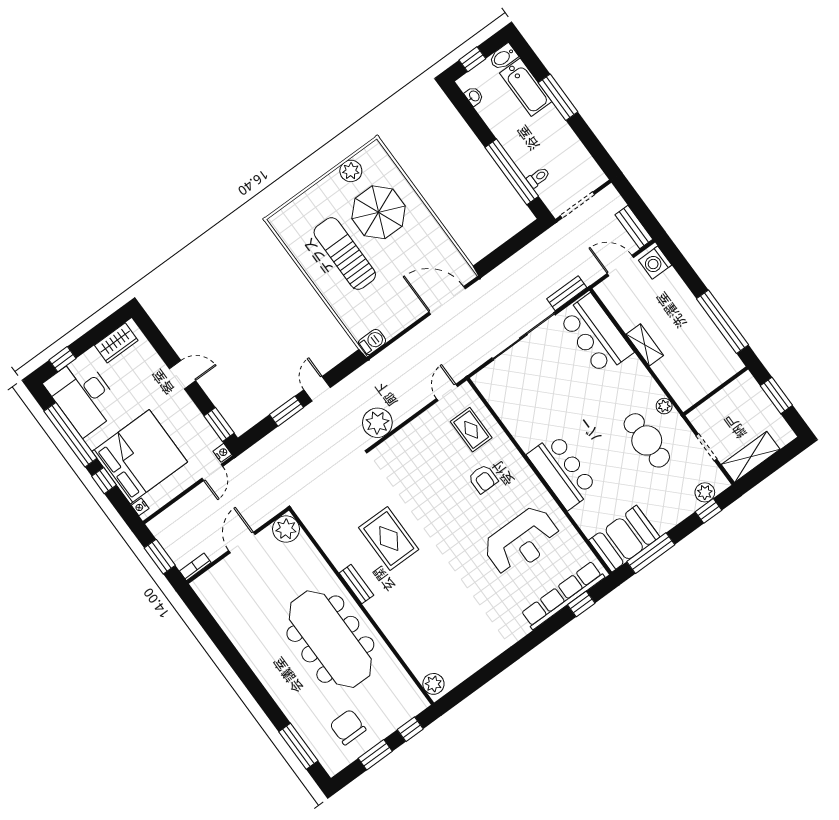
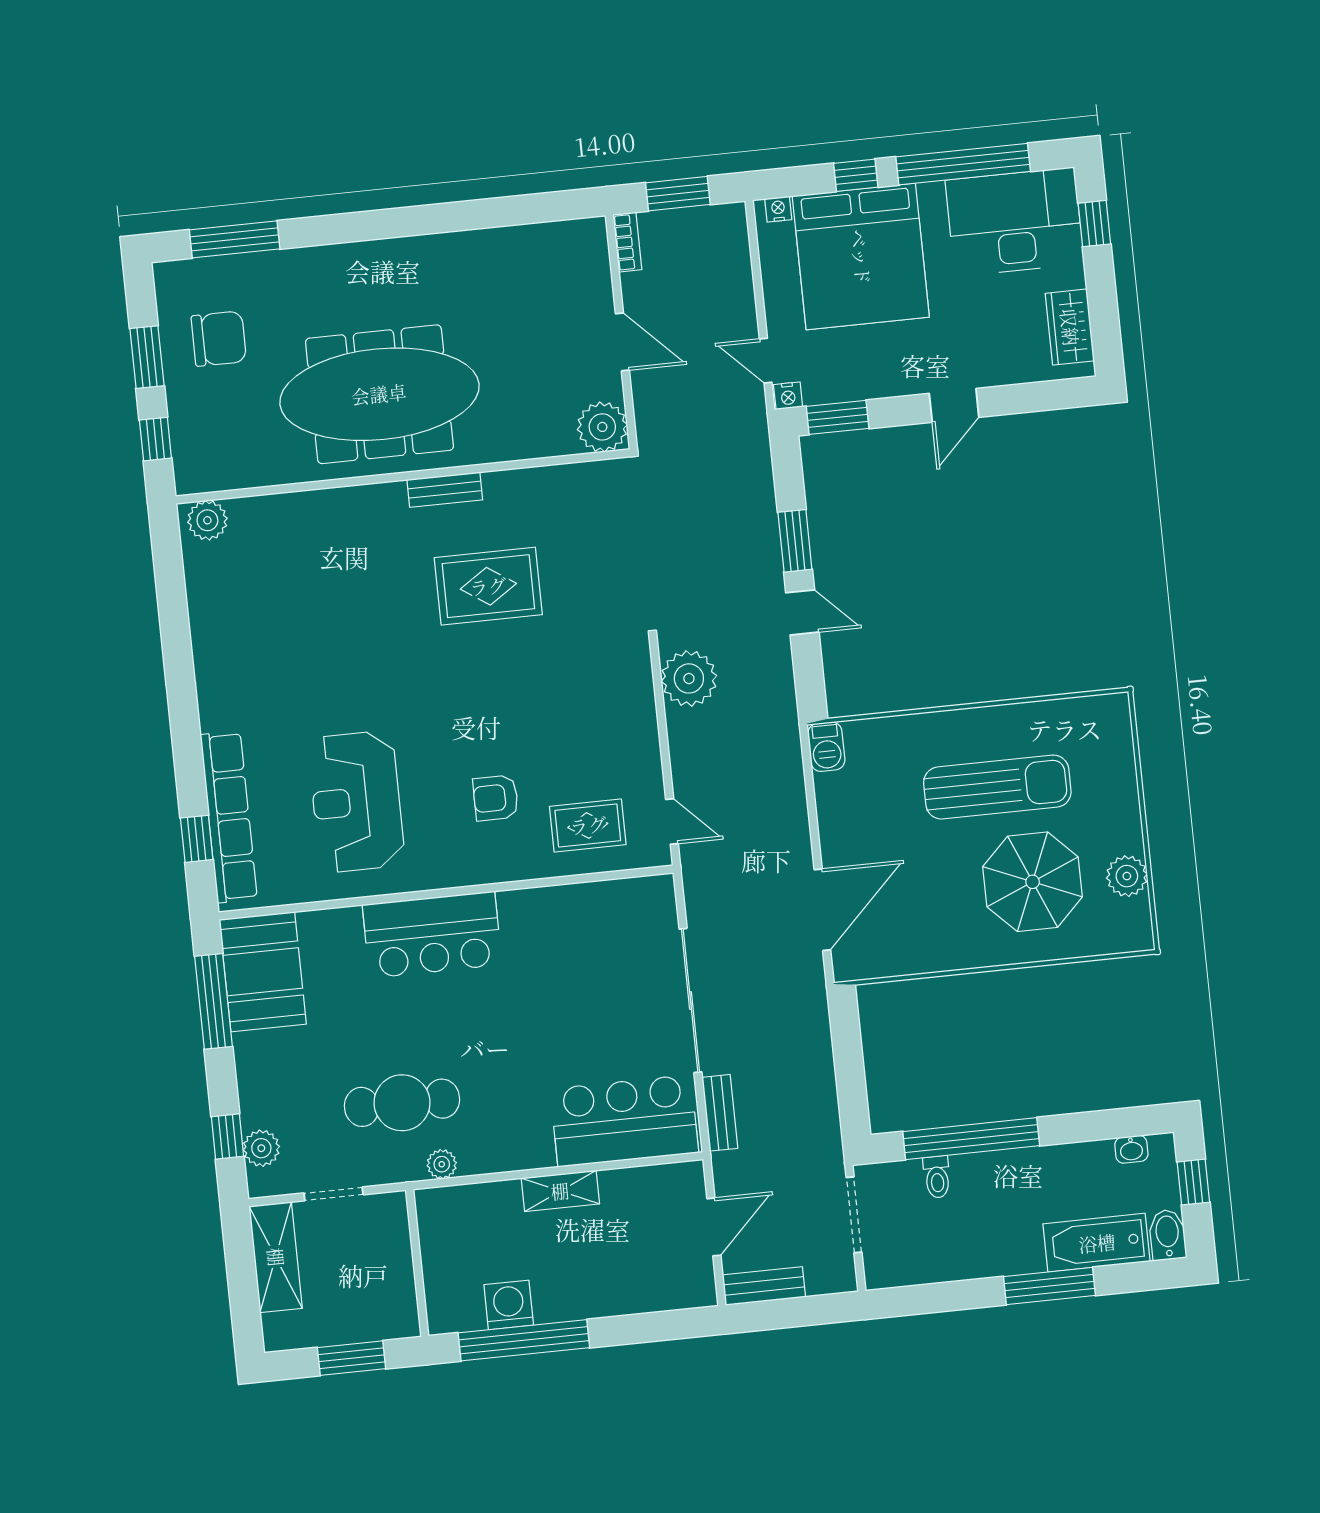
washing machine: (655, 263) -> (509, 1305), moved

